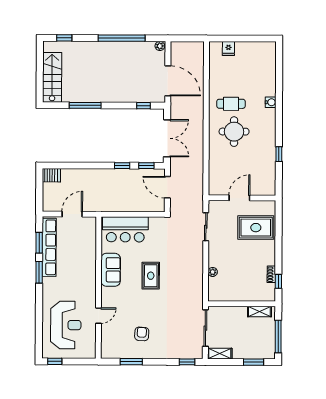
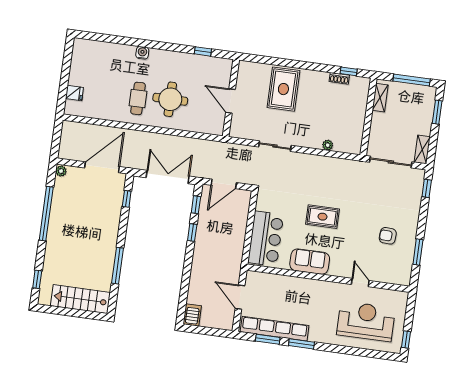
door: (239, 198) -> (230, 101), moved
wall: (242, 198) -> (231, 98), moved

